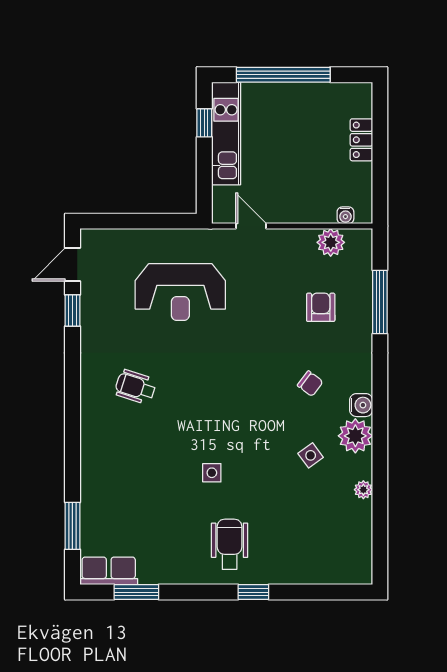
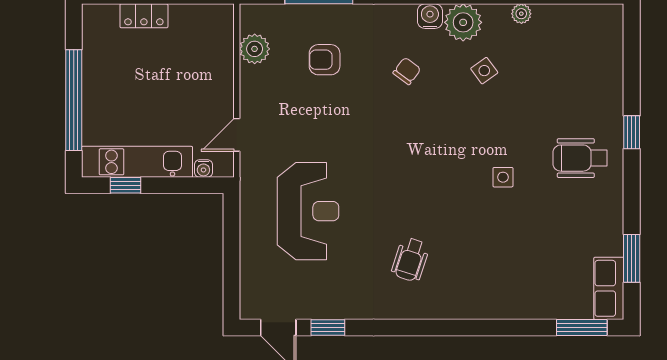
water cooler: (345, 215) -> (203, 169), moved, turned 90
window: (72, 526) -> (582, 327), moved

